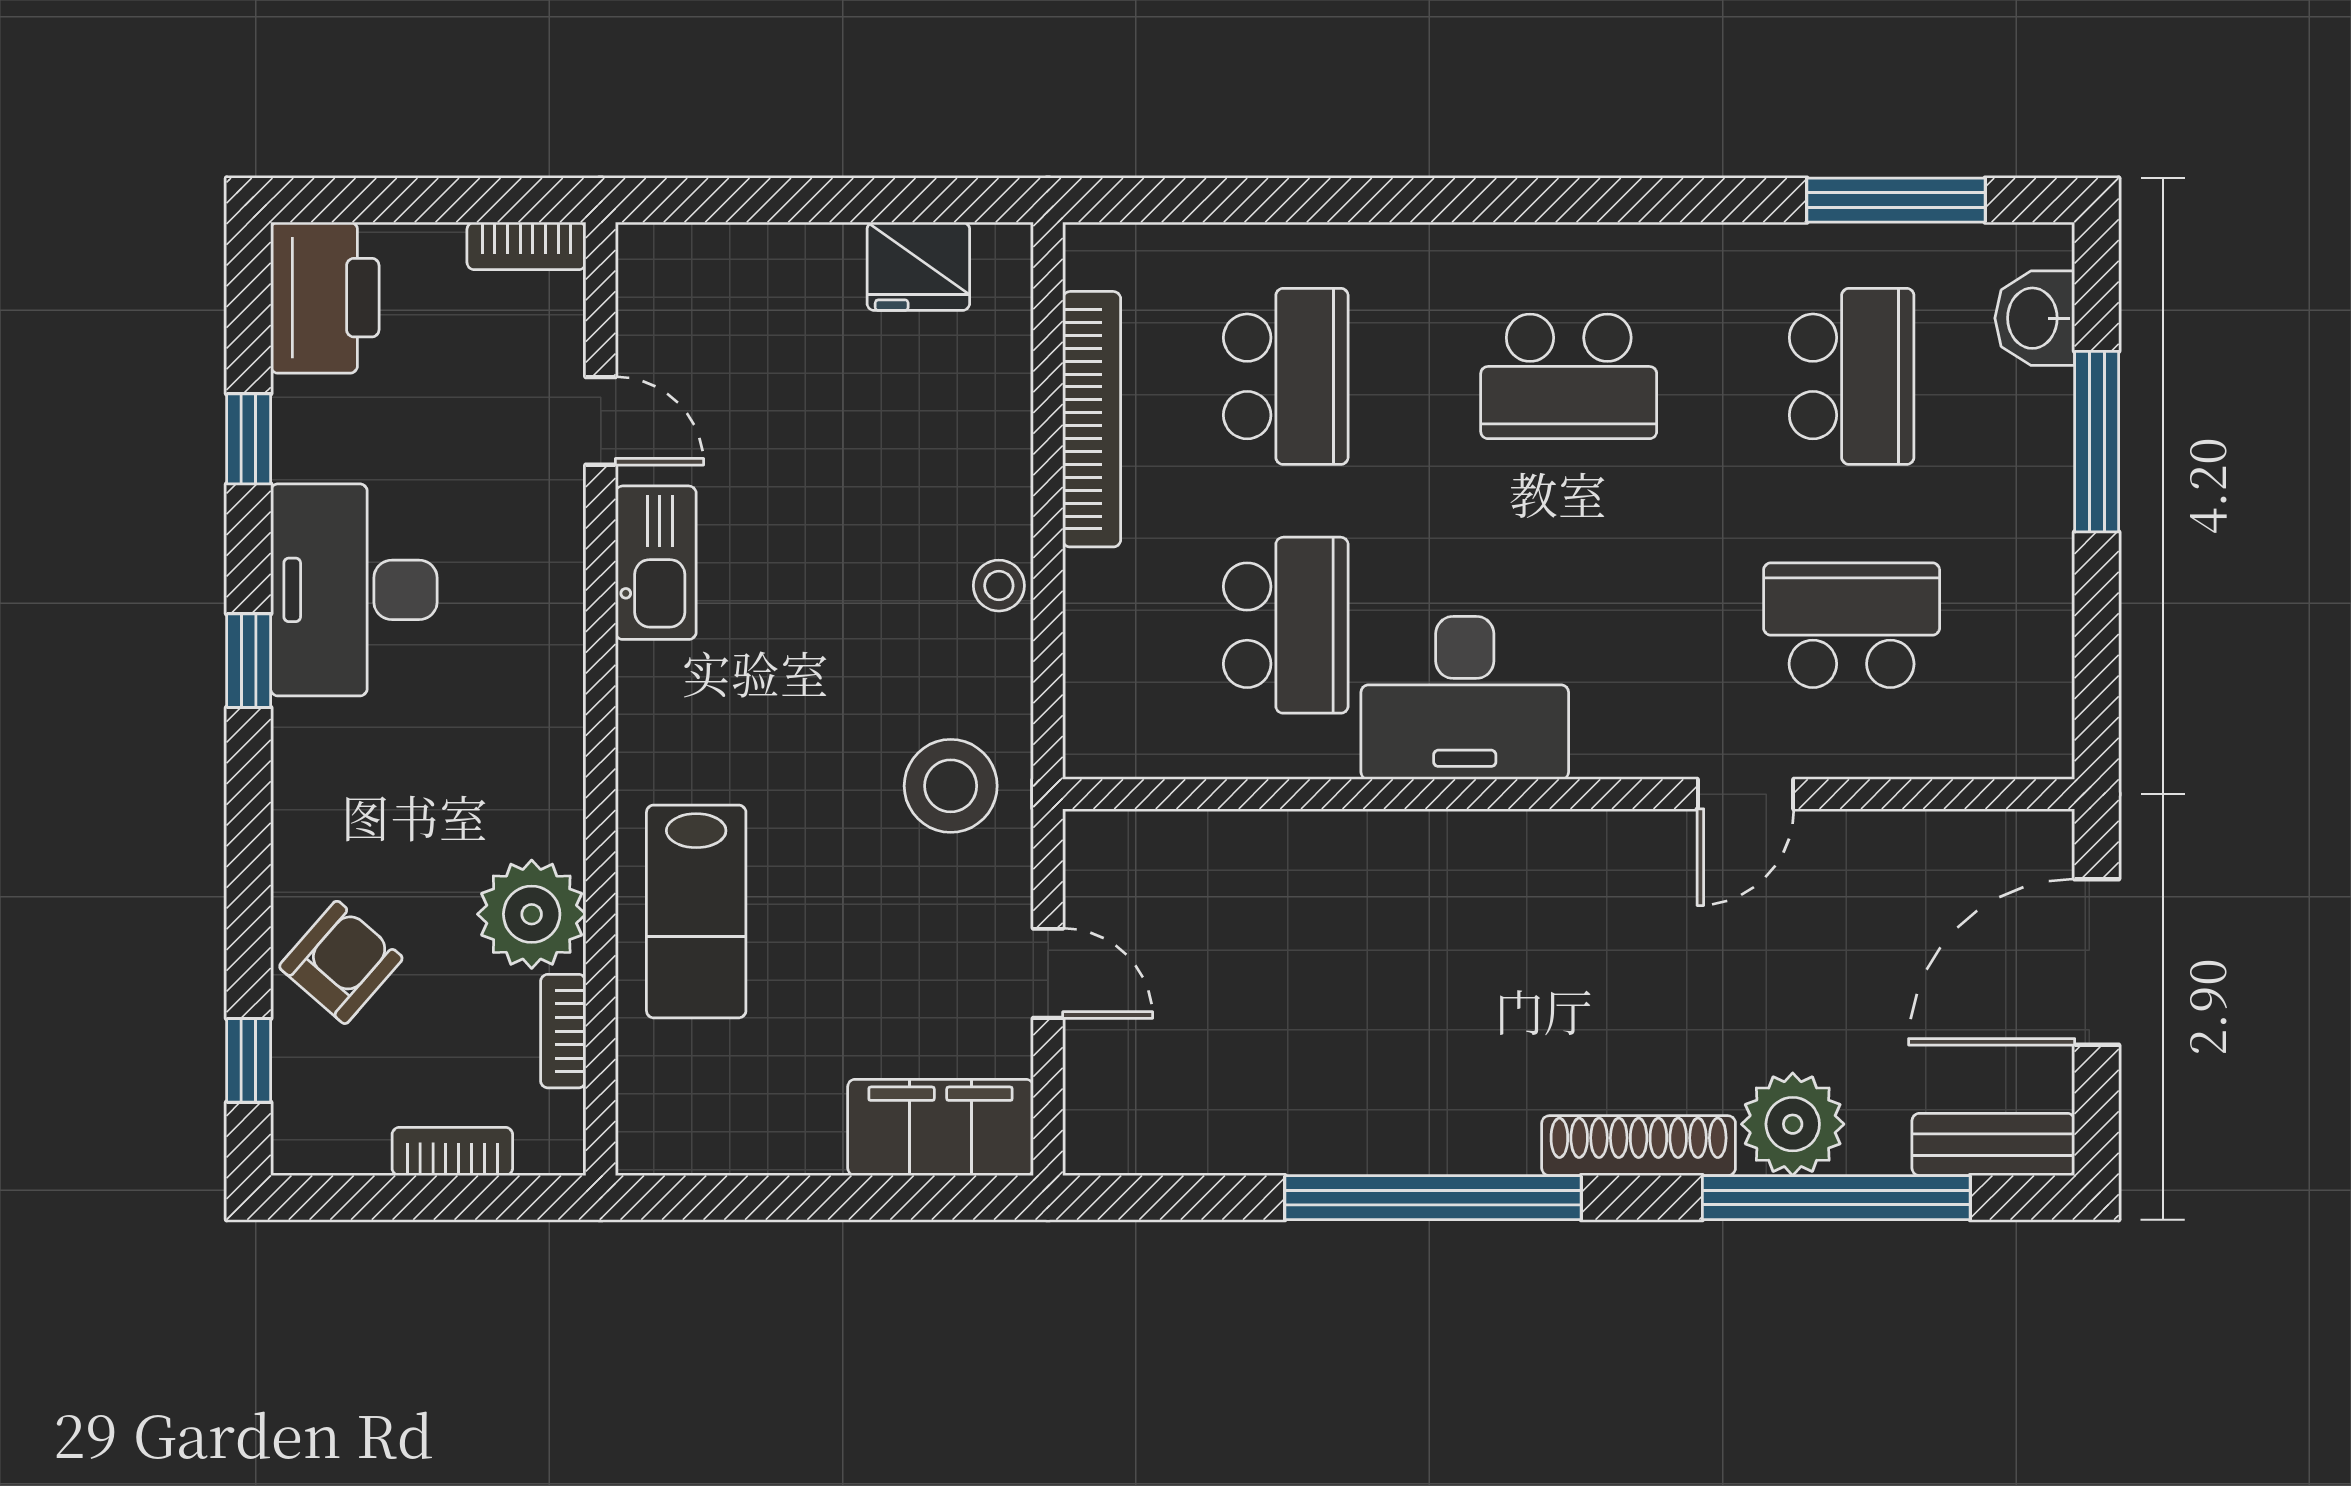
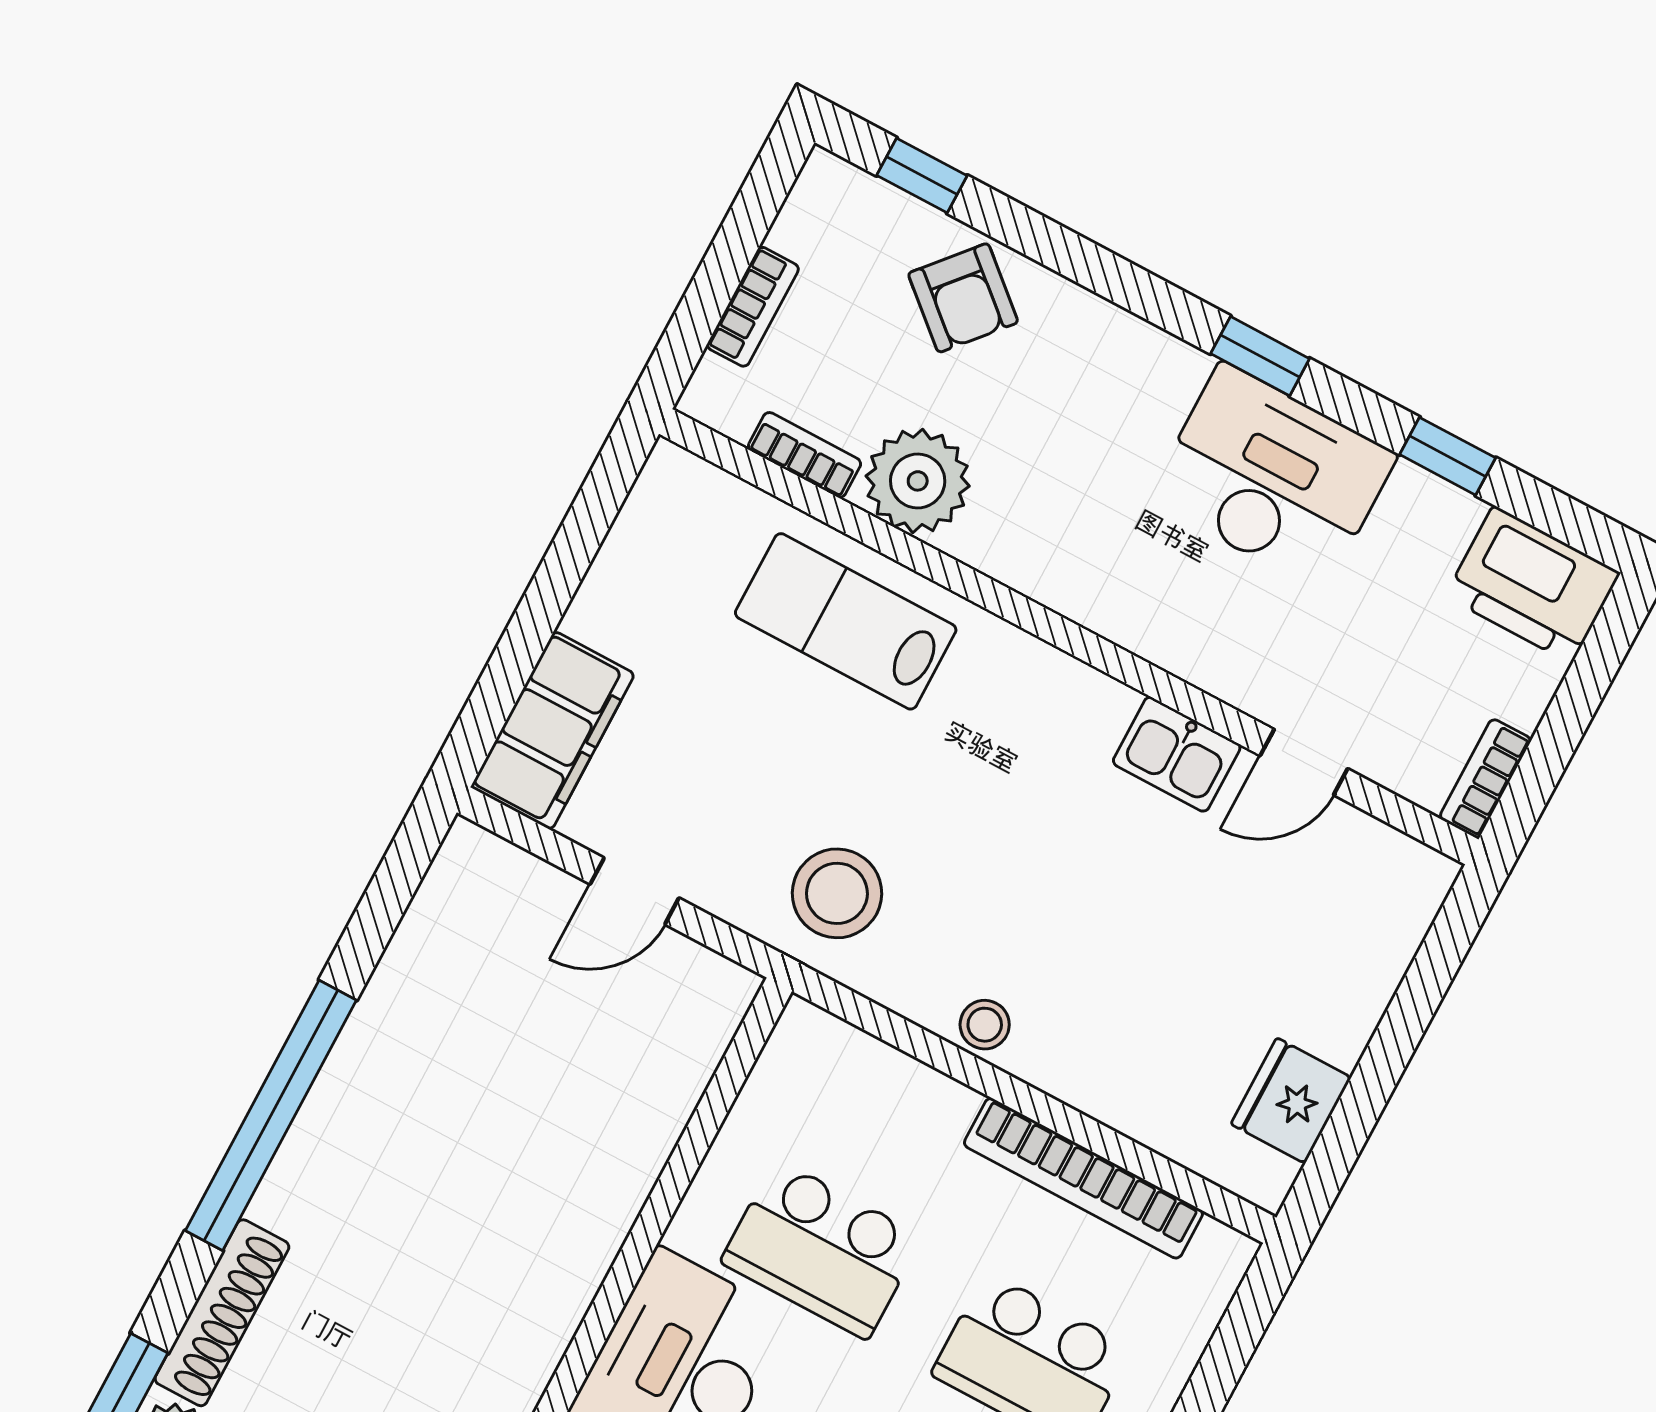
kitchen sink: (656, 563) -> (1177, 754), width x0.73

